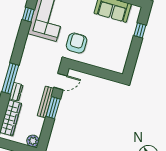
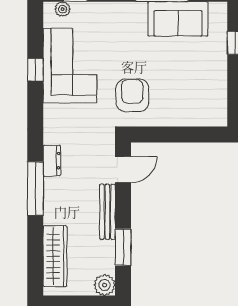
dresser: (16, 92) -> (52, 161), moved
window: (53, 108) -> (123, 247), moved

